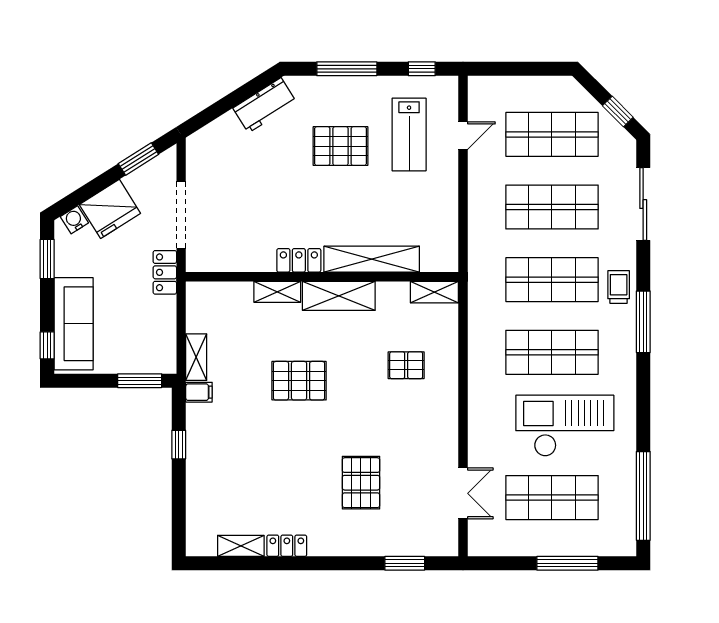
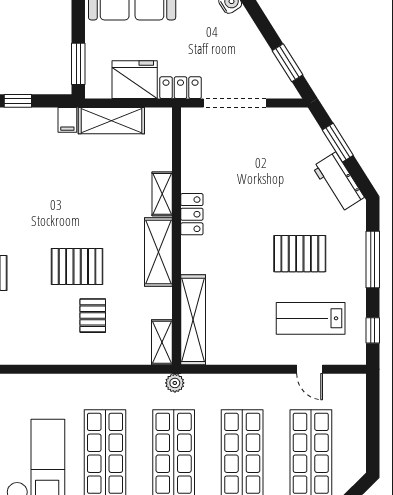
window: (223, 106) -> (338, 143), added
pallet: (341, 146) -> (300, 254), turned 90
fridge: (110, 209) -> (135, 80), moved, turned 122
shelving: (372, 259) -> (193, 320), moved
plant: (478, 278) -> (175, 383), added
shelving: (196, 357) -> (111, 121), width x1.50, depth x1.33
pallet: (299, 381) -> (77, 266), moved, turned 90

